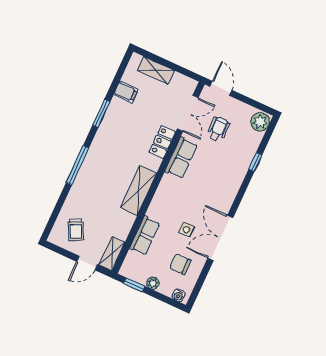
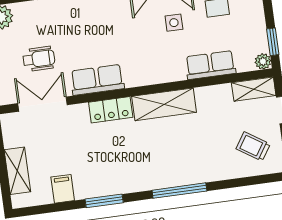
wheelchair: (218, 129) -> (39, 59), turned 180
locker: (162, 142) -> (111, 110), moved
trolley: (76, 230) -> (253, 146), turned -121
plant: (153, 283) -> (263, 61), moved

